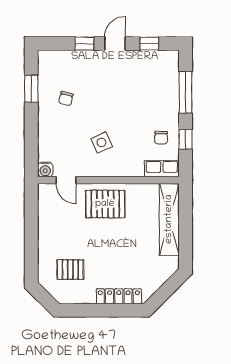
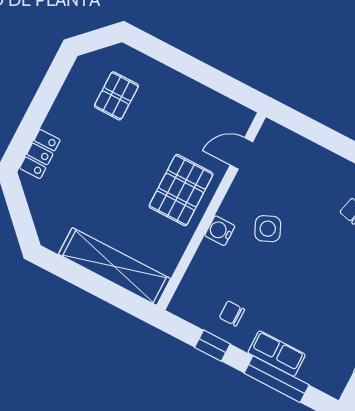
water cooler: (45, 169) -> (220, 231), moved
row of seats: (162, 169) -> (277, 354), moved, turned -90
locker: (119, 296) -> (40, 154), width x0.66

